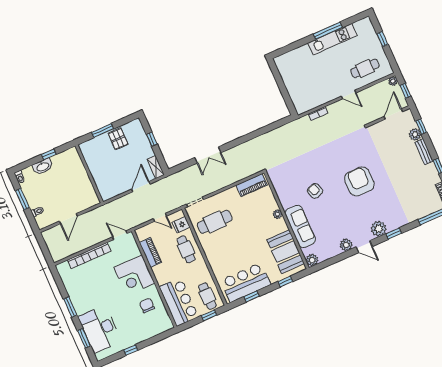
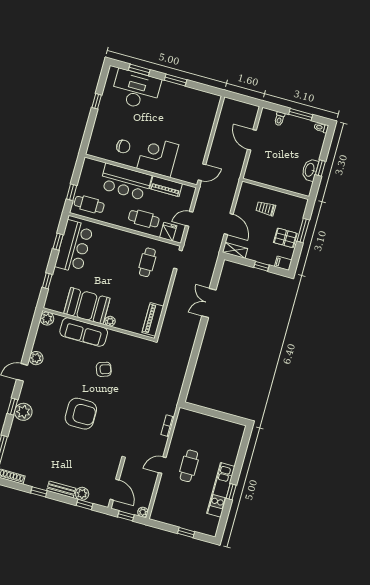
window: (328, 31) -> (231, 492), width x0.46
cafe table: (365, 68) -> (189, 466), moved
filing cabinet: (137, 126) -> (283, 263), added
washbasin: (43, 167) -> (310, 170), moved
trolley: (109, 169) -> (266, 208), added
cafe table: (215, 222) -> (147, 262), width x0.73, depth x0.74
plant: (379, 229) -> (23, 412), moved
booth: (286, 252) -> (87, 306), moved
bookcase: (89, 255) -> (206, 132), removed
bar counter: (179, 302) -> (126, 182), moved

